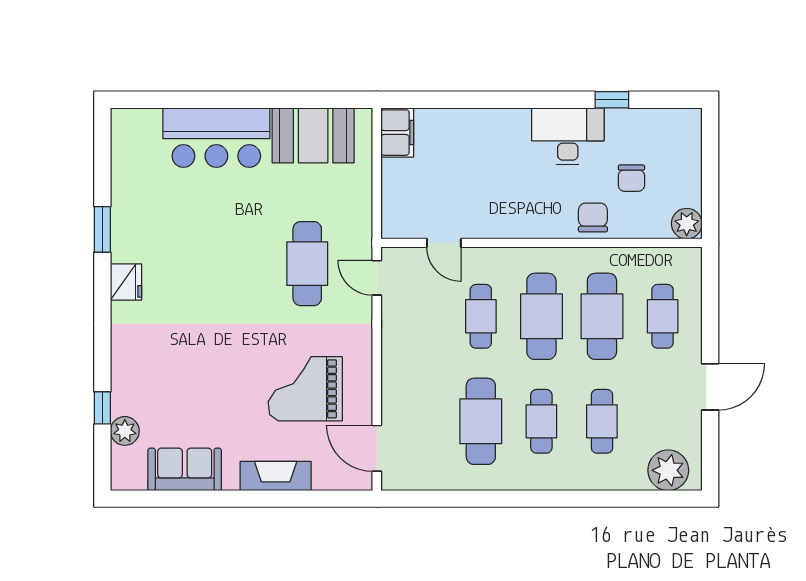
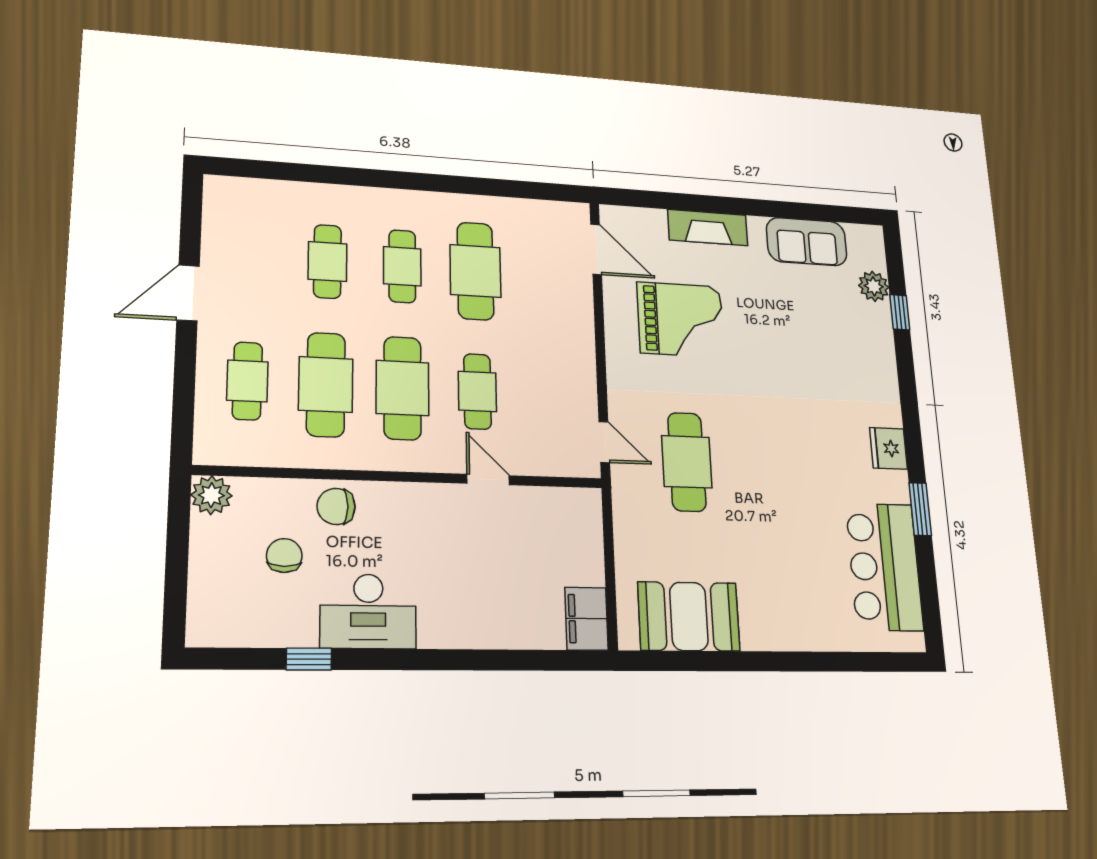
bar counter: (216, 138) -> (884, 567), moved, turned -90
chair: (593, 218) -> (336, 506), turned 90
door: (444, 243) -> (488, 480), moved
plant: (668, 470) -> (245, 200), removed

